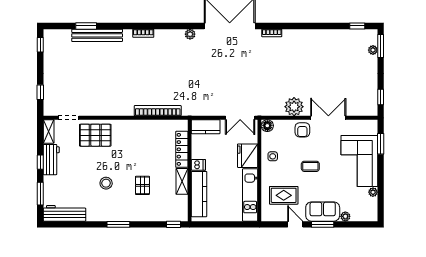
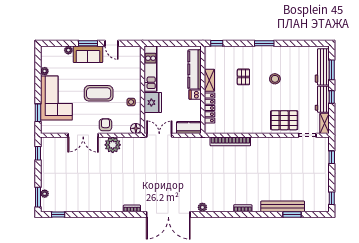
coffee table: (310, 166) -> (99, 93), width x1.86, depth x1.72
rug: (284, 195) -> (122, 68), removed
workbench: (64, 213) -> (322, 67), moved, turned 90

